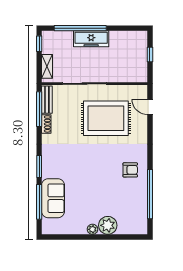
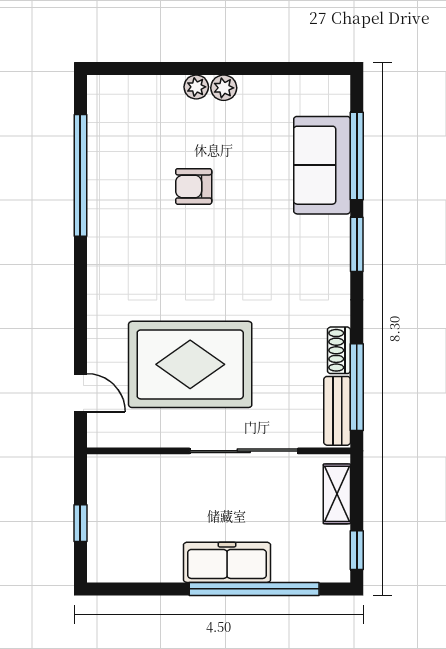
armchair: (130, 170) -> (194, 186), moved
plant: (108, 225) -> (196, 87), width x0.53, depth x0.53

